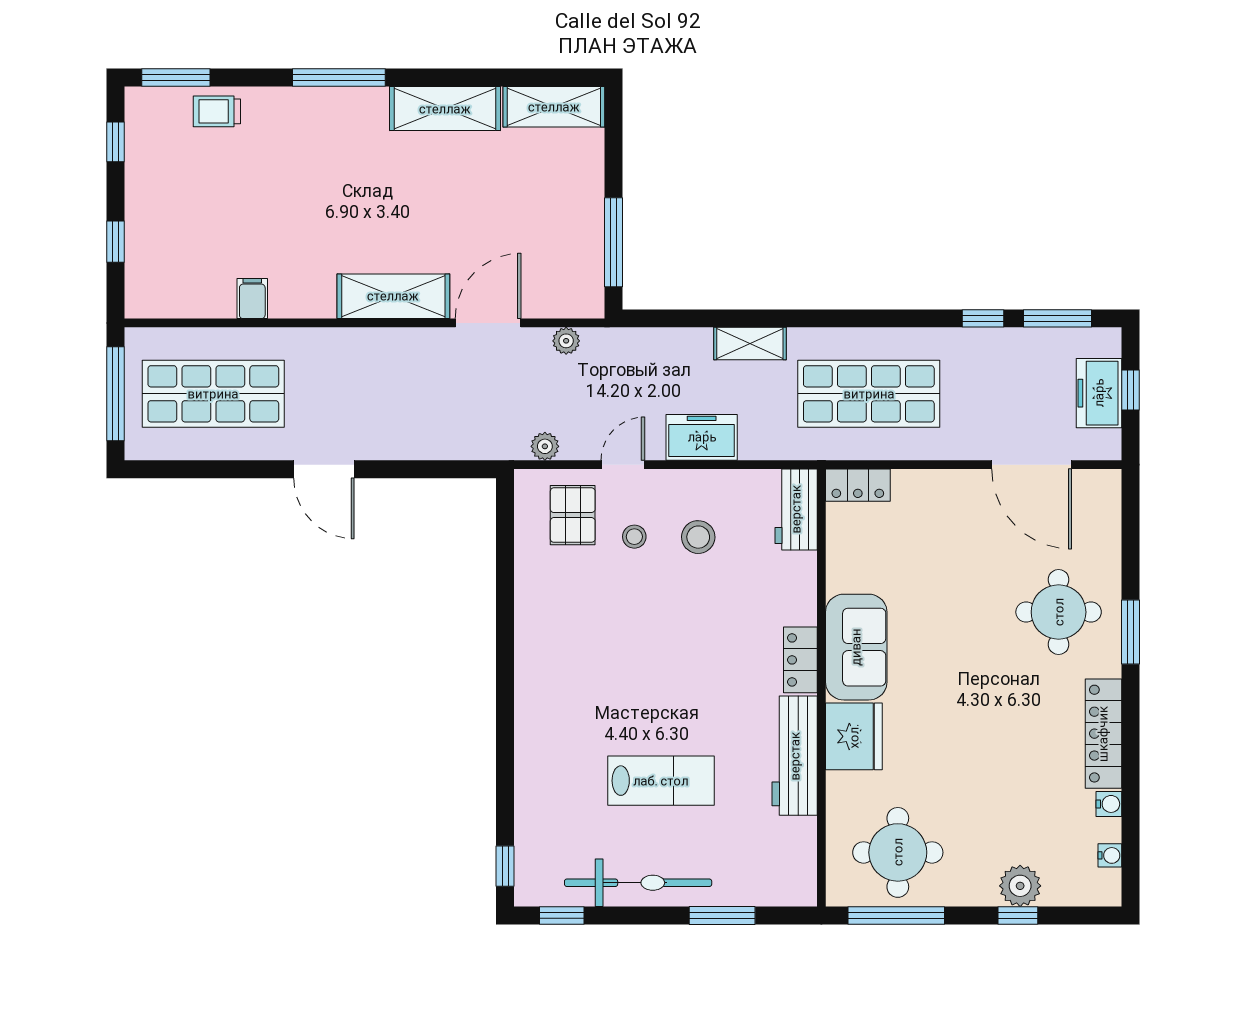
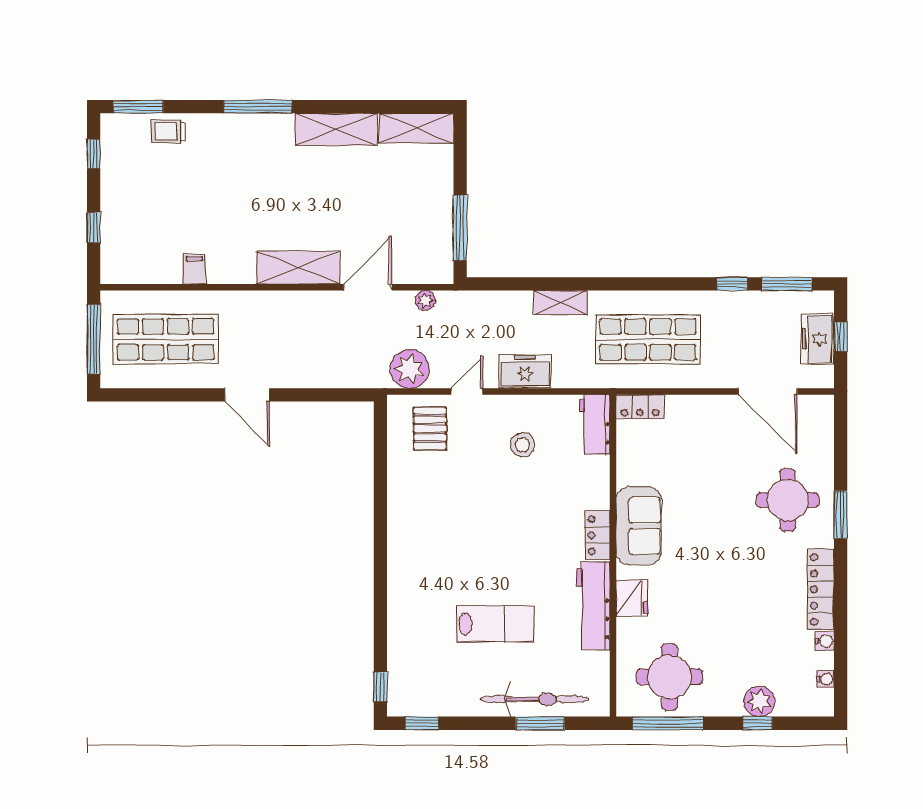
plant: (545, 446) -> (410, 369), width x1.87, depth x1.87
stool: (634, 537) -> (475, 444), removed
fridge: (854, 736) -> (632, 598), width x0.73, depth x0.75
bicycle: (638, 883) -> (534, 699), moved

